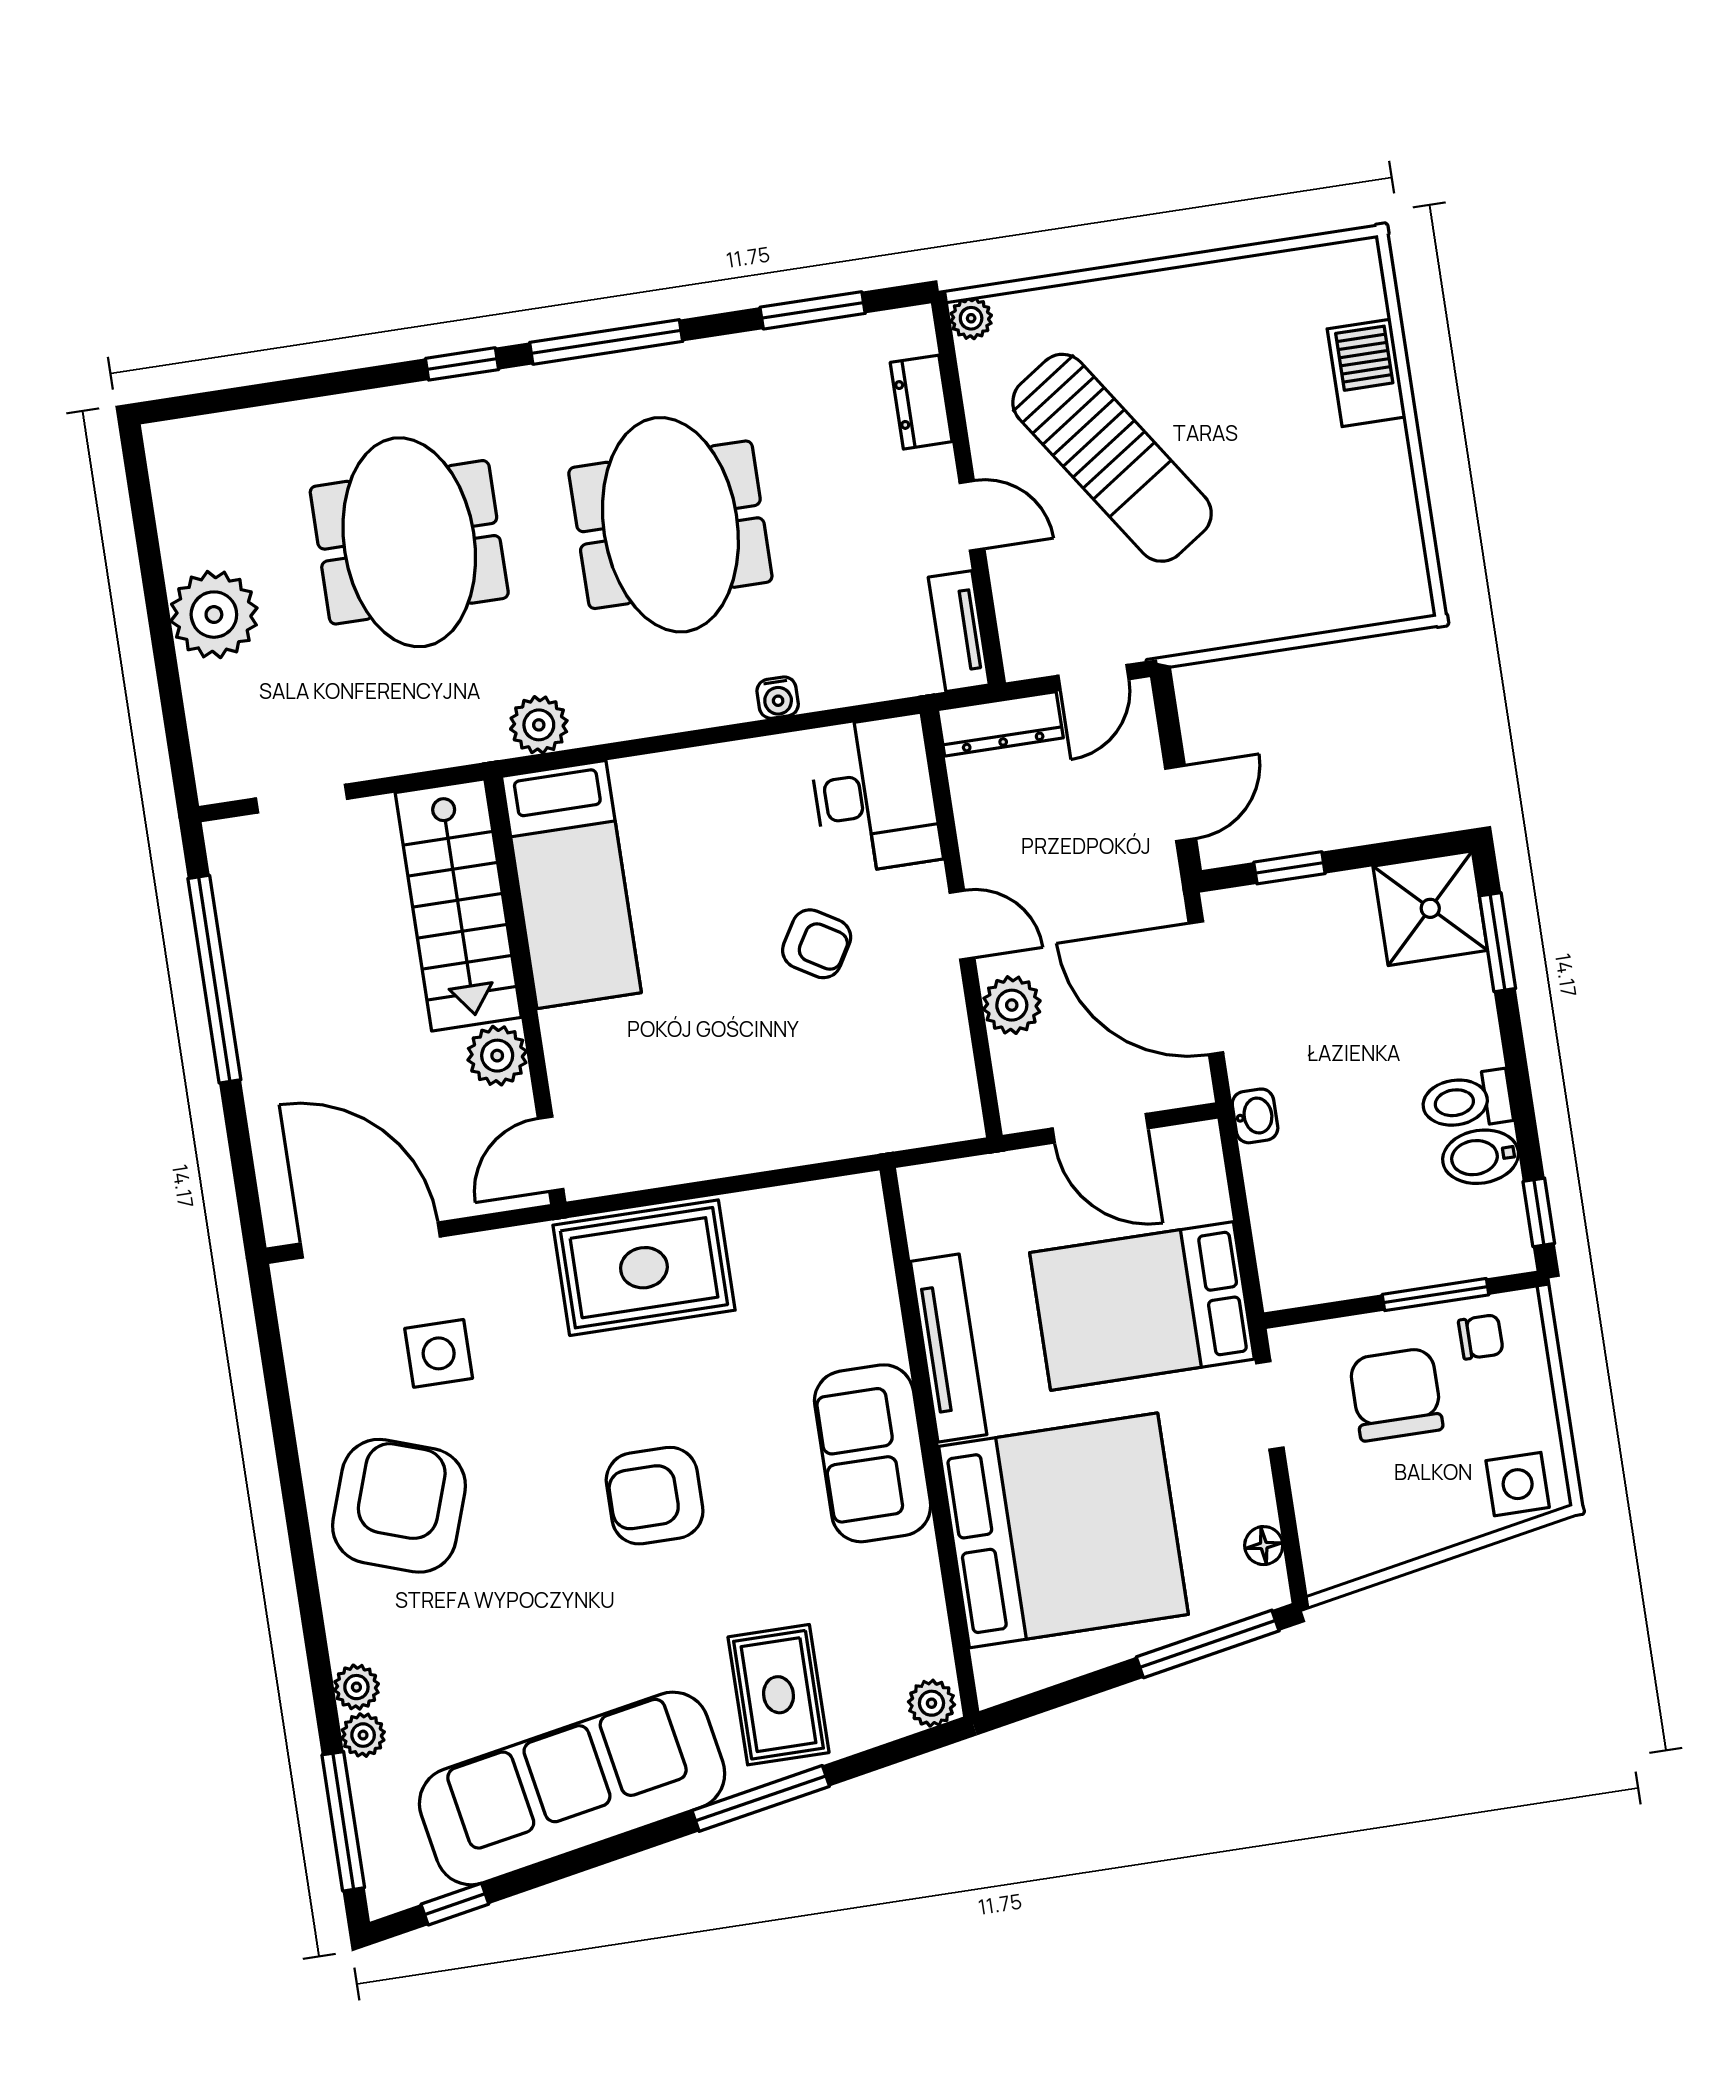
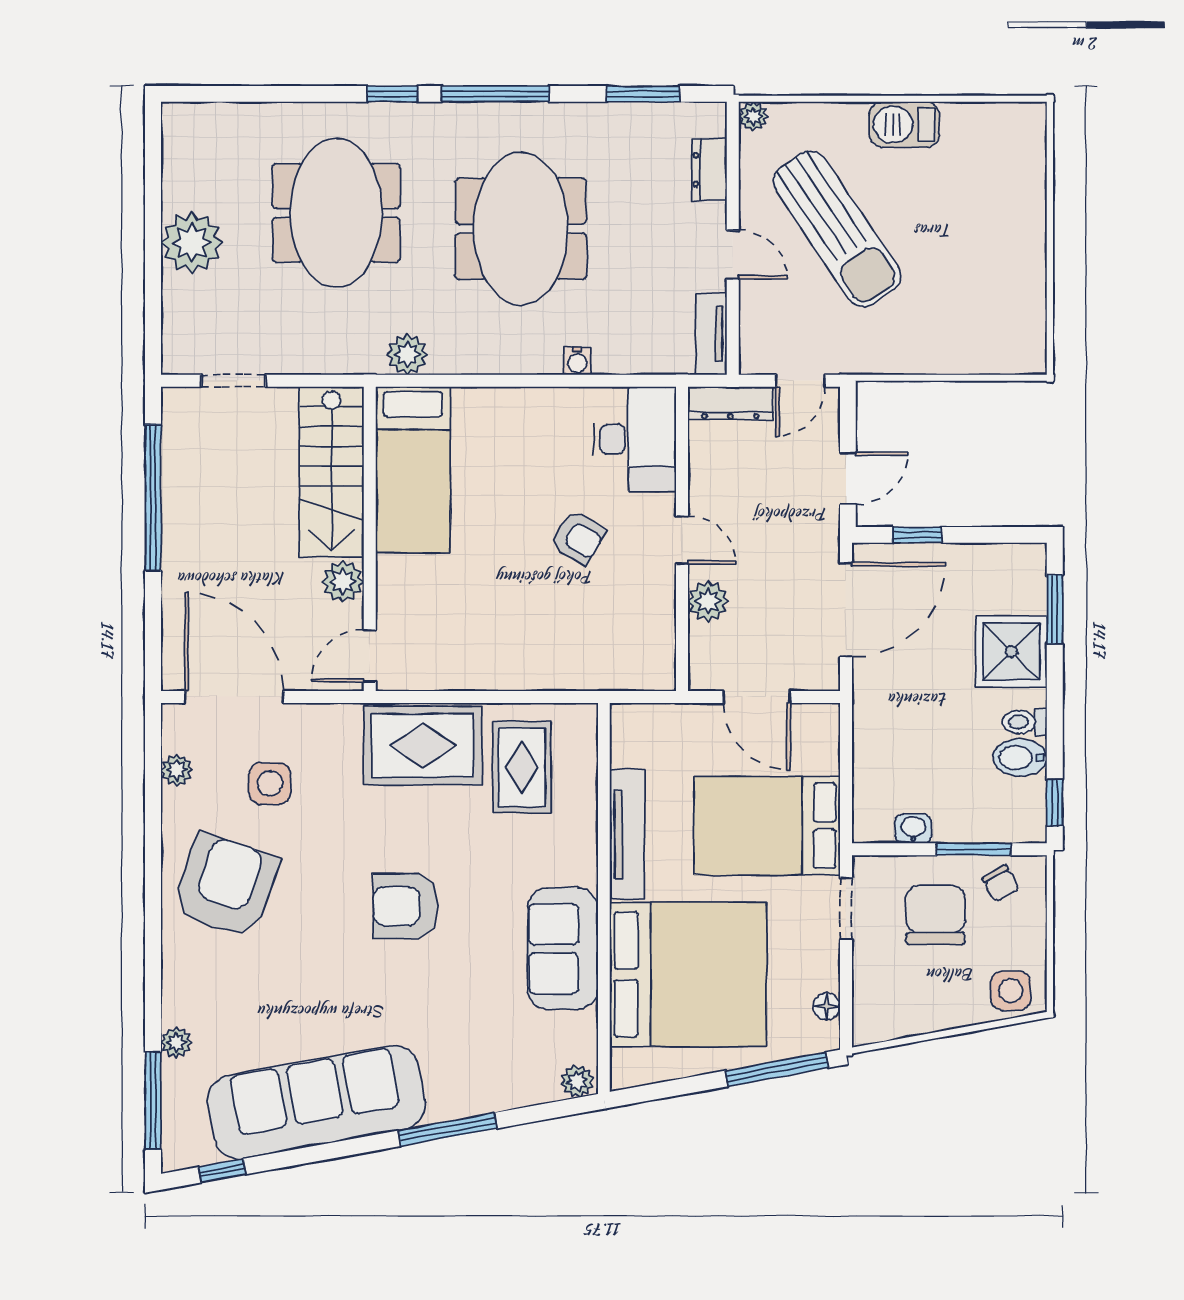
barbecue: (1367, 373) -> (904, 125), moved, turned -90
shower: (1430, 908) -> (1011, 651), moved
door: (1206, 988) -> (846, 610), swing flipped
toilet: (1466, 1101) -> (1025, 722), width x0.73, depth x0.72
washbasin: (1255, 1116) -> (913, 829), moved, turned -90
chair: (1481, 1337) -> (1001, 884), turned 61
sofa: (873, 1453) -> (563, 949), moved
plant: (356, 1687) -> (177, 770), moved
rug: (779, 1695) -> (522, 767), moved

